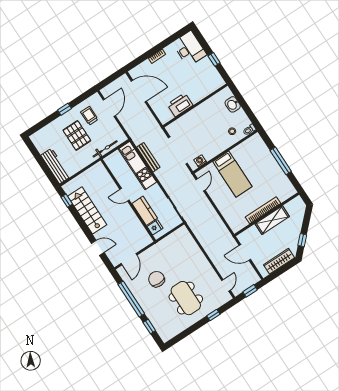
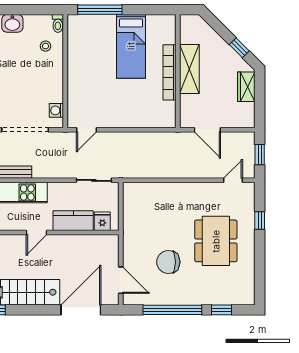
window: (281, 161) -> (100, 10), moved
bed: (232, 174) -> (131, 46), moved, turned 90
door: (200, 185) -> (86, 130), swing flipped
door: (98, 248) -> (81, 310), width x1.88
door: (245, 252) -> (207, 130), hinge flipped
wardrobe: (279, 261) -> (246, 87), width x0.67
door: (226, 285) -> (233, 180), hinge flipped
dining table: (186, 298) -> (216, 241), turned 90

